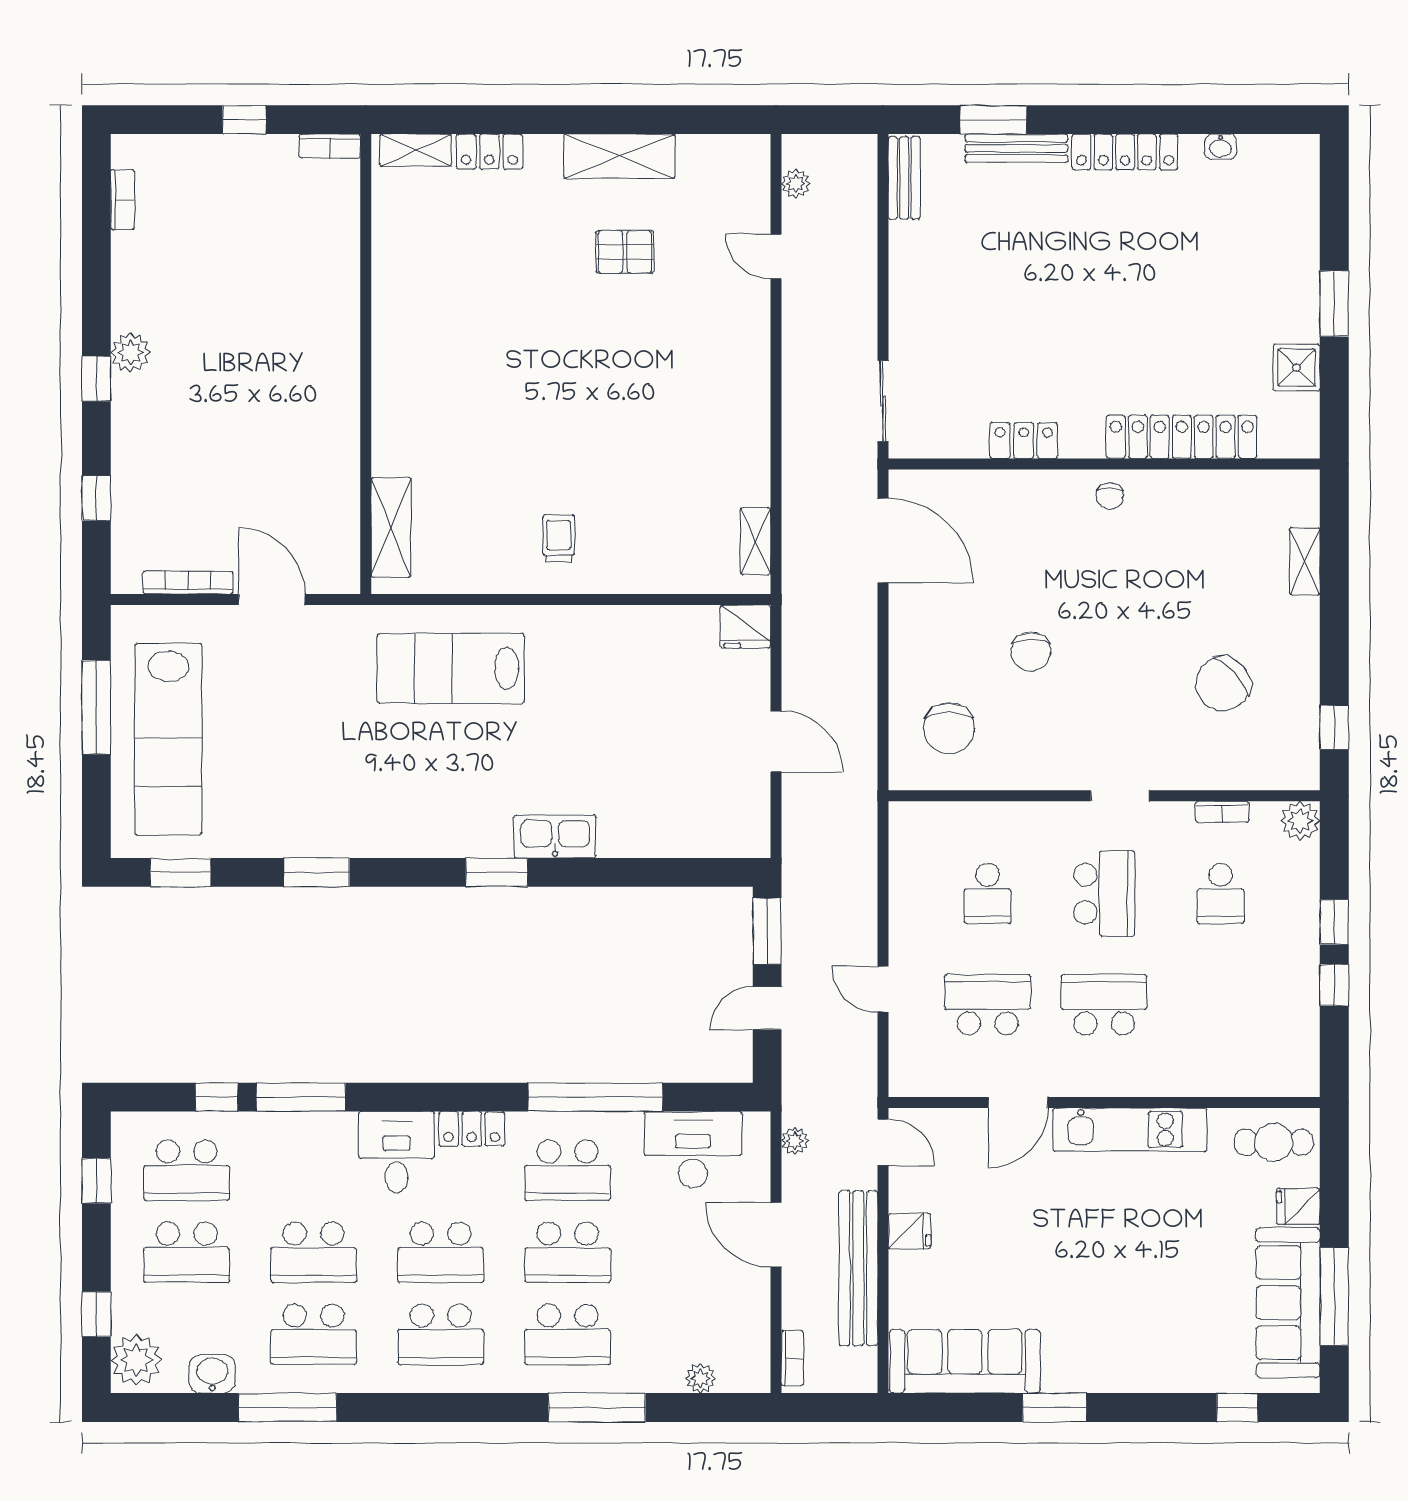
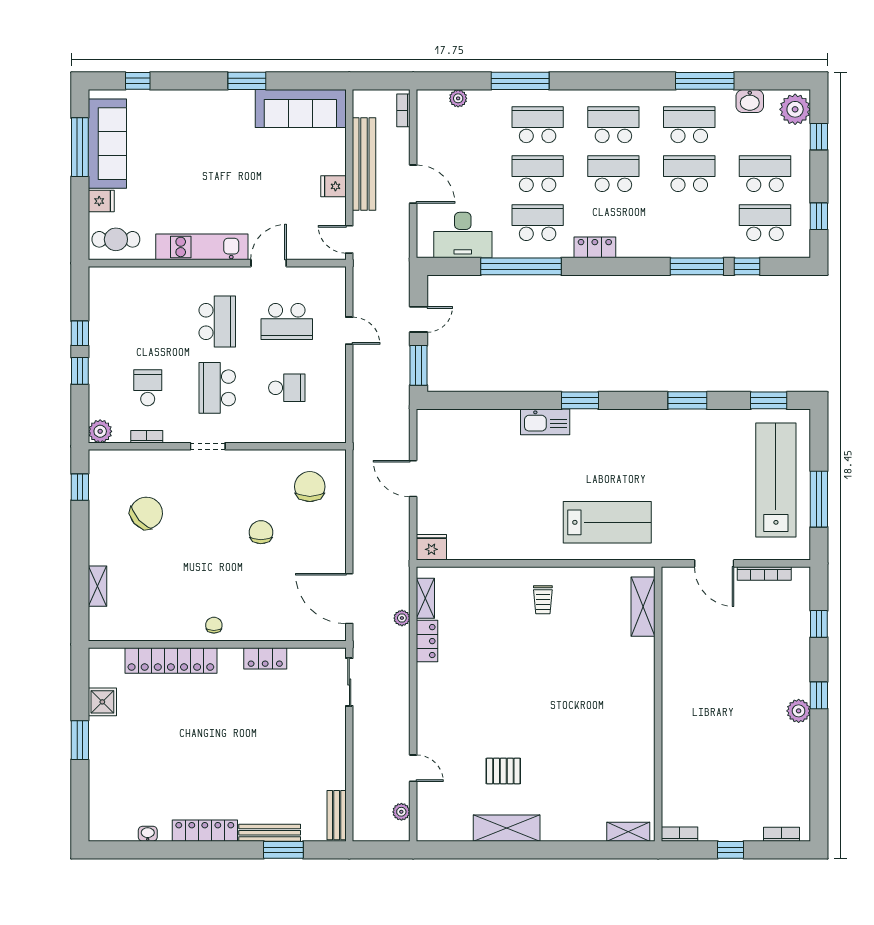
locker: (489, 152) -> (427, 641), moved, turned 90
bookcase: (123, 200) -> (781, 834), moved, turned 90
school desk: (988, 894) -> (287, 388), turned 90
school desk: (1104, 1005) -> (217, 322), turned -90
plant: (795, 1141) -> (402, 618), moved
desk: (396, 1152) -> (640, 233), removed

